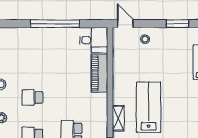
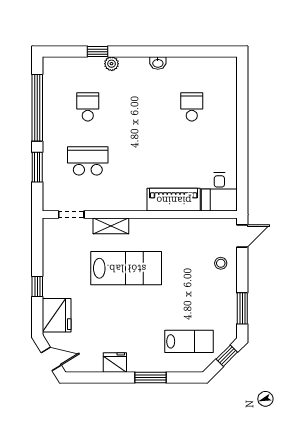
window: (55, 24) -> (242, 138), removed
school desk: (32, 97) -> (192, 107), moved

